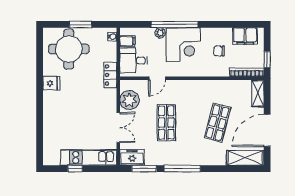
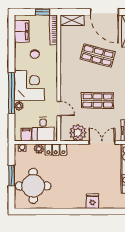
plant: (111, 56) -> (39, 149), added
fridge: (51, 83) -> (92, 201), moved

